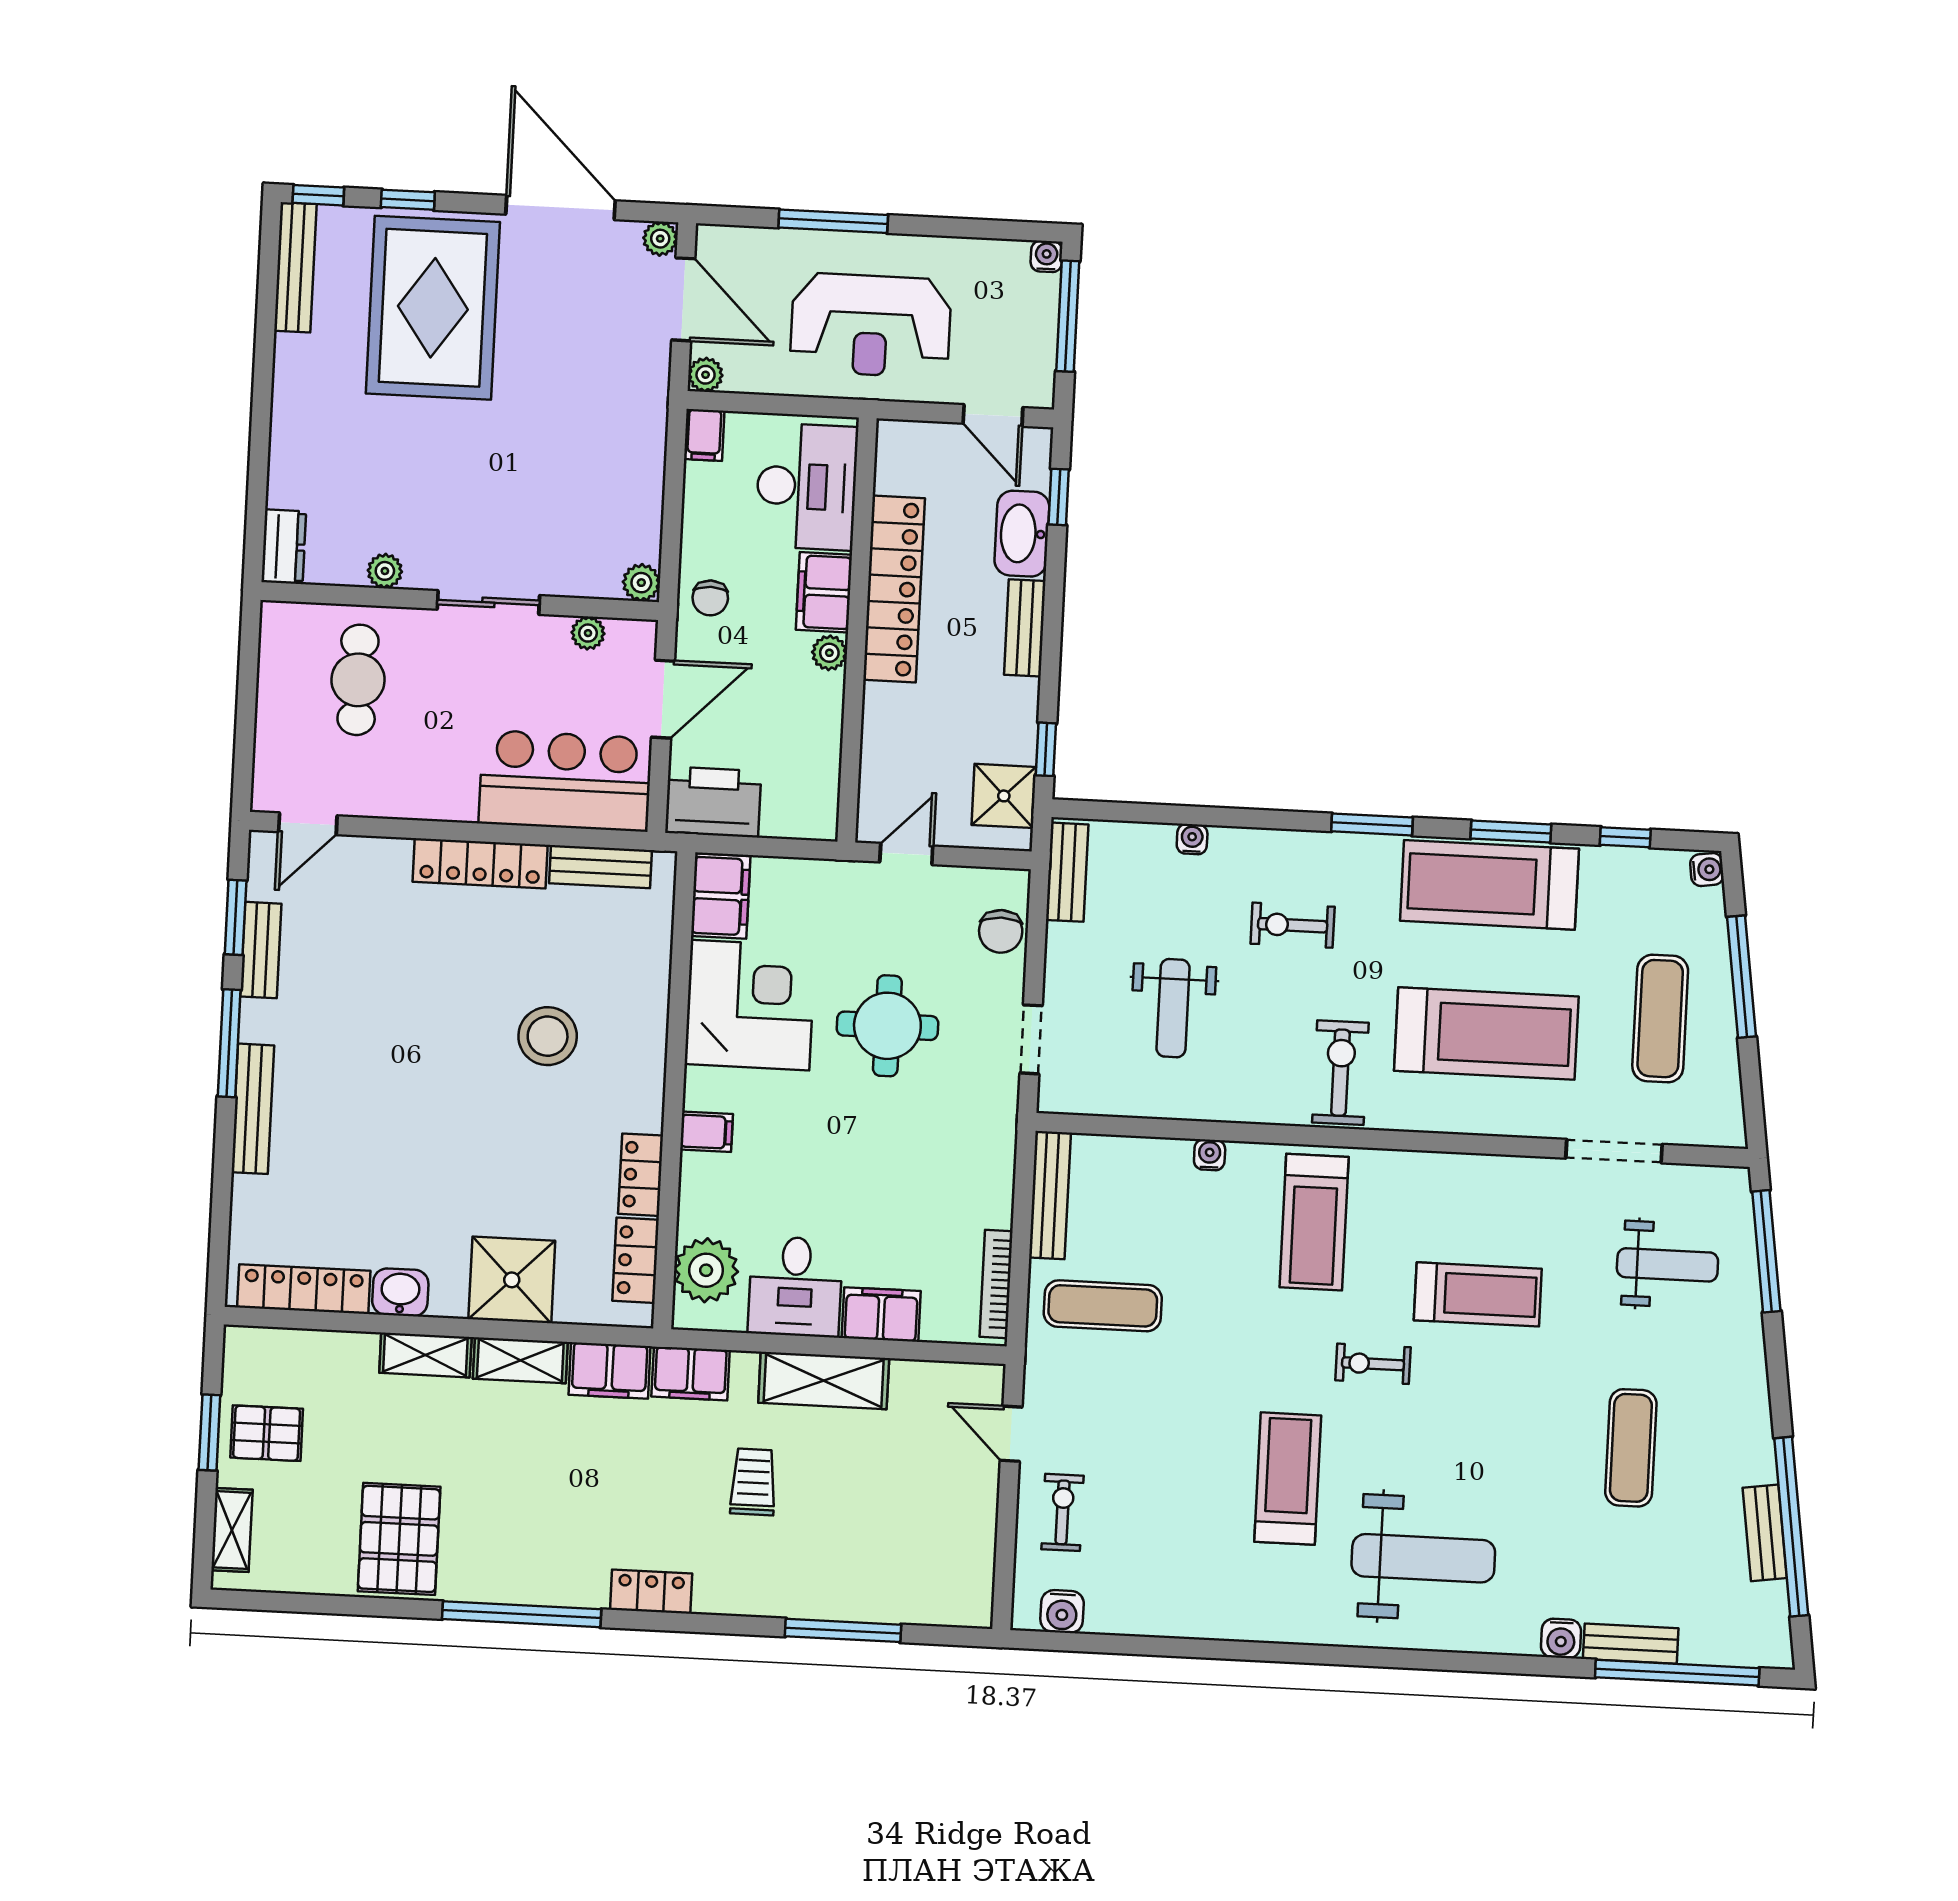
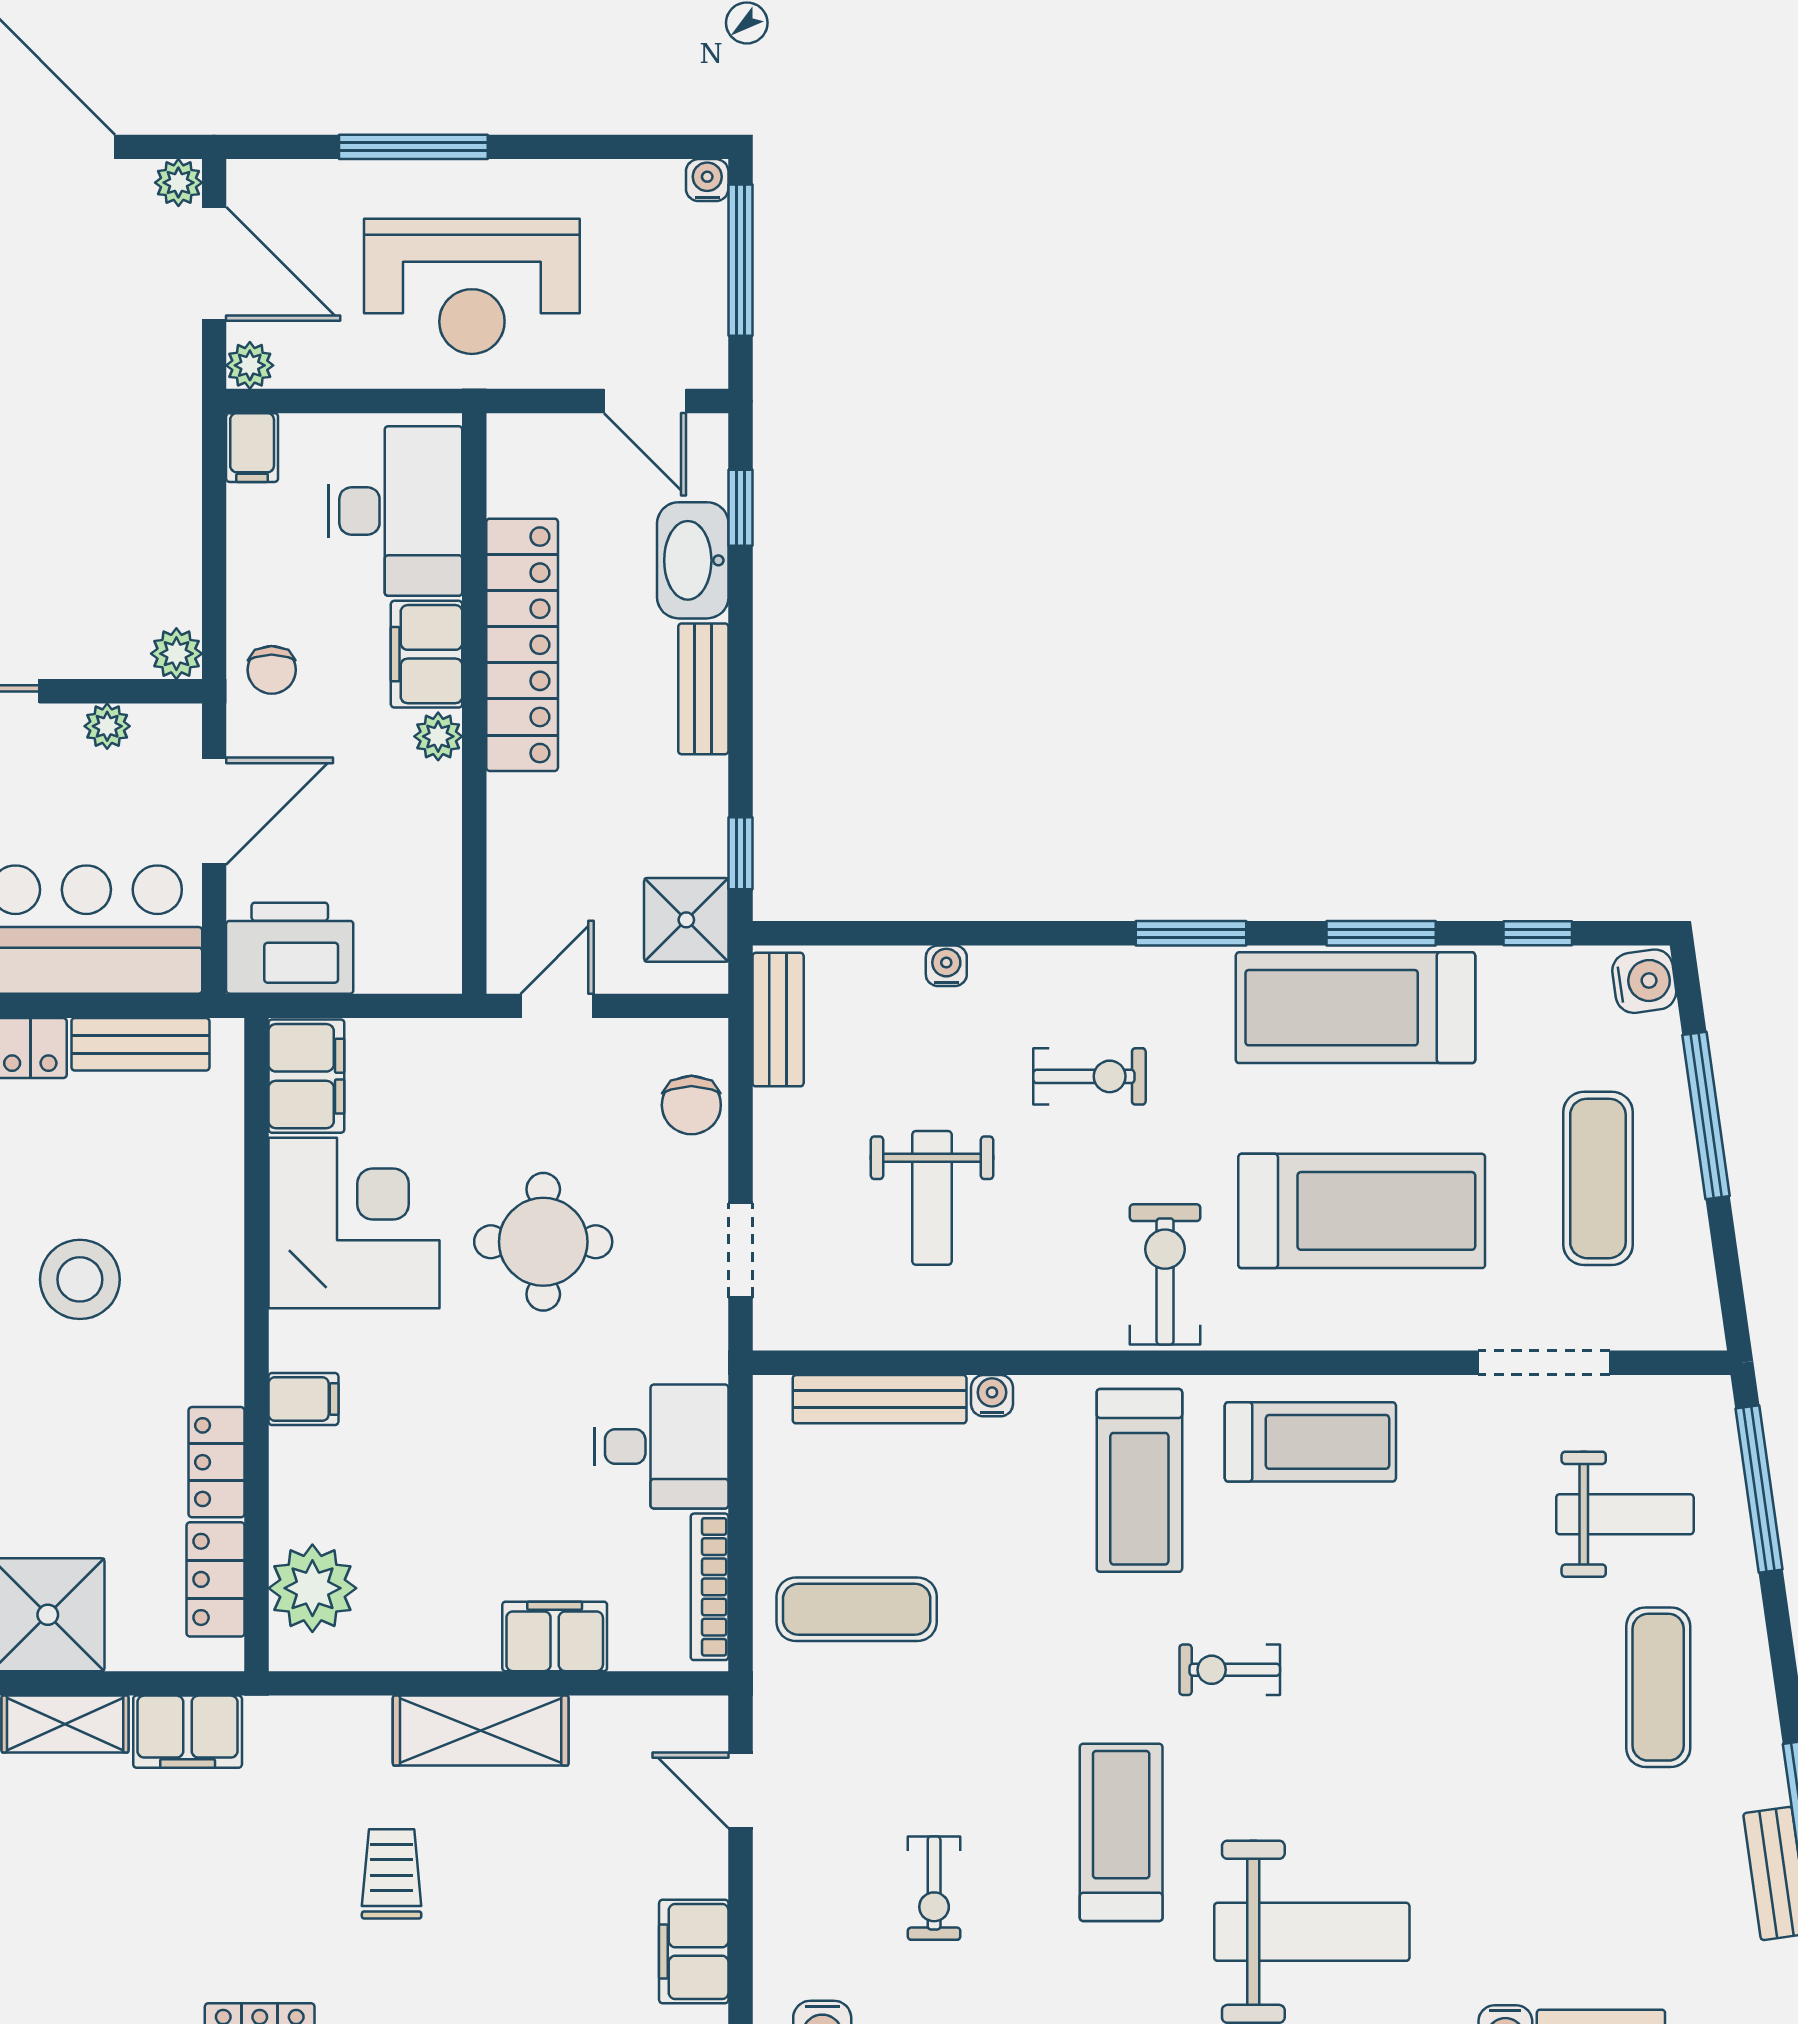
water cooler: (1707, 870) -> (1644, 981), width x1.38, depth x1.38
exercise bike: (1293, 925) -> (1090, 1076), turned 180
bench: (1050, 1195) -> (880, 1399), moved, turned 90
desk: (795, 1287) -> (661, 1446), moved, turned -90
treadmill: (1478, 1294) -> (1310, 1442), moved
filing cabinet: (691, 1373) -> (694, 1952), moved, turned 90
exercise mat: (1631, 1448) -> (1658, 1687), moved
exercise bike: (1063, 1512) -> (934, 1888), moved, turned 180

